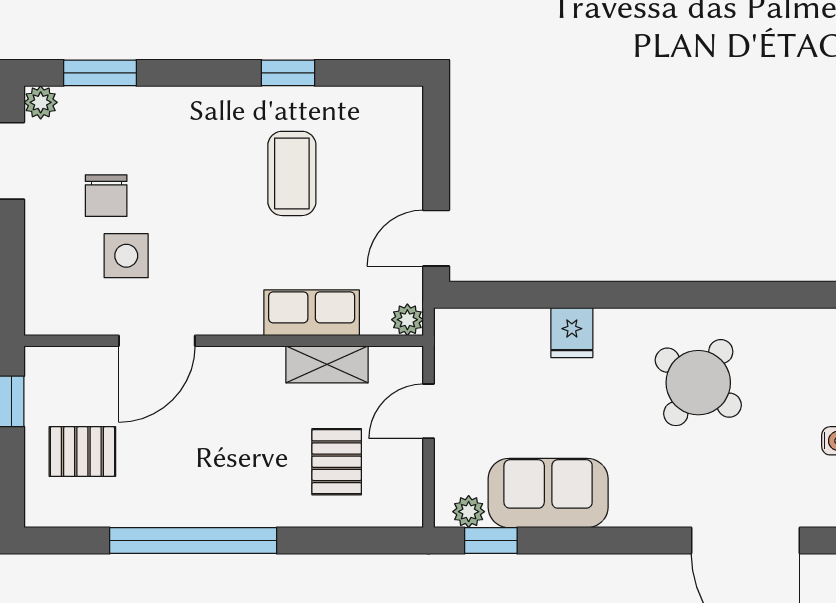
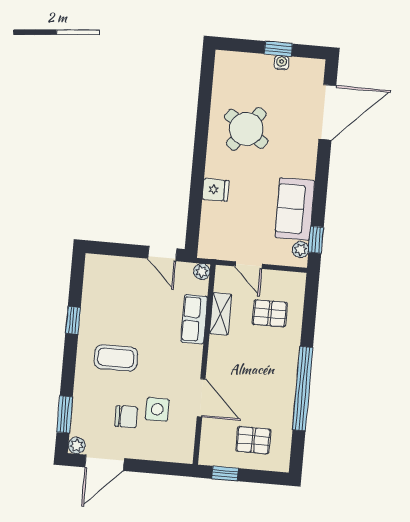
coffee table: (292, 173) -> (116, 358), moved
pallet: (82, 452) -> (253, 440), turned 90

